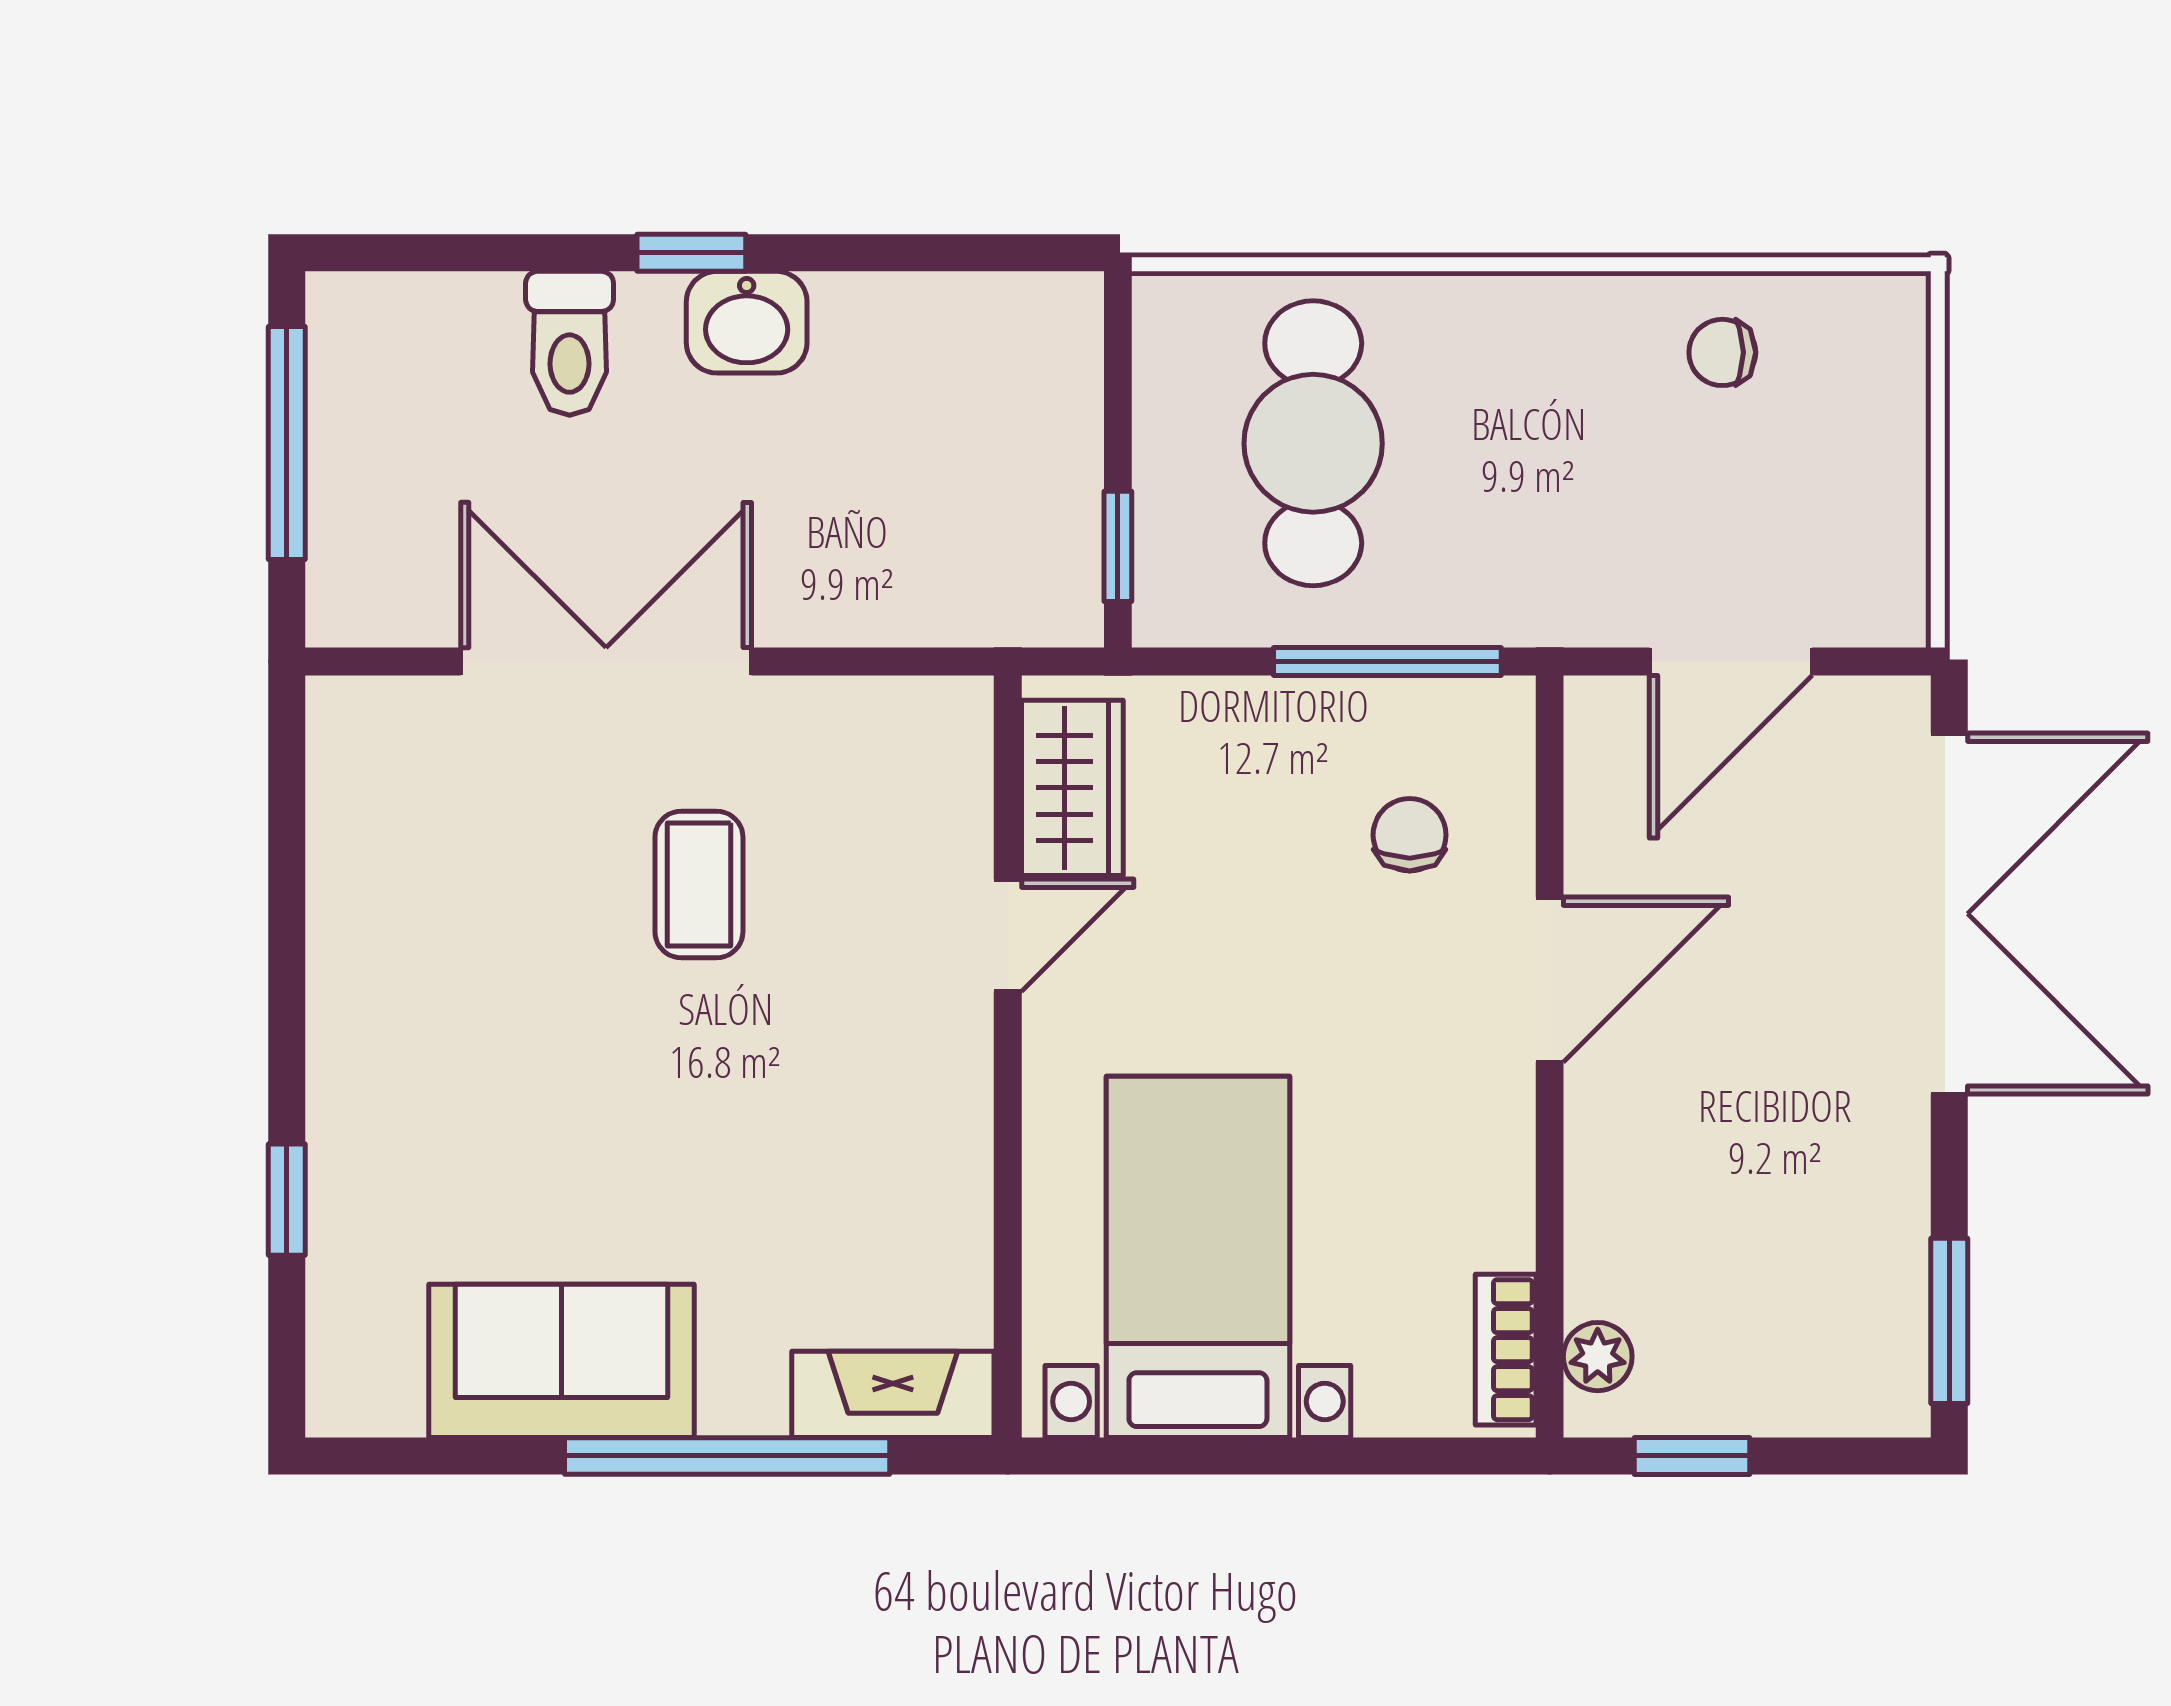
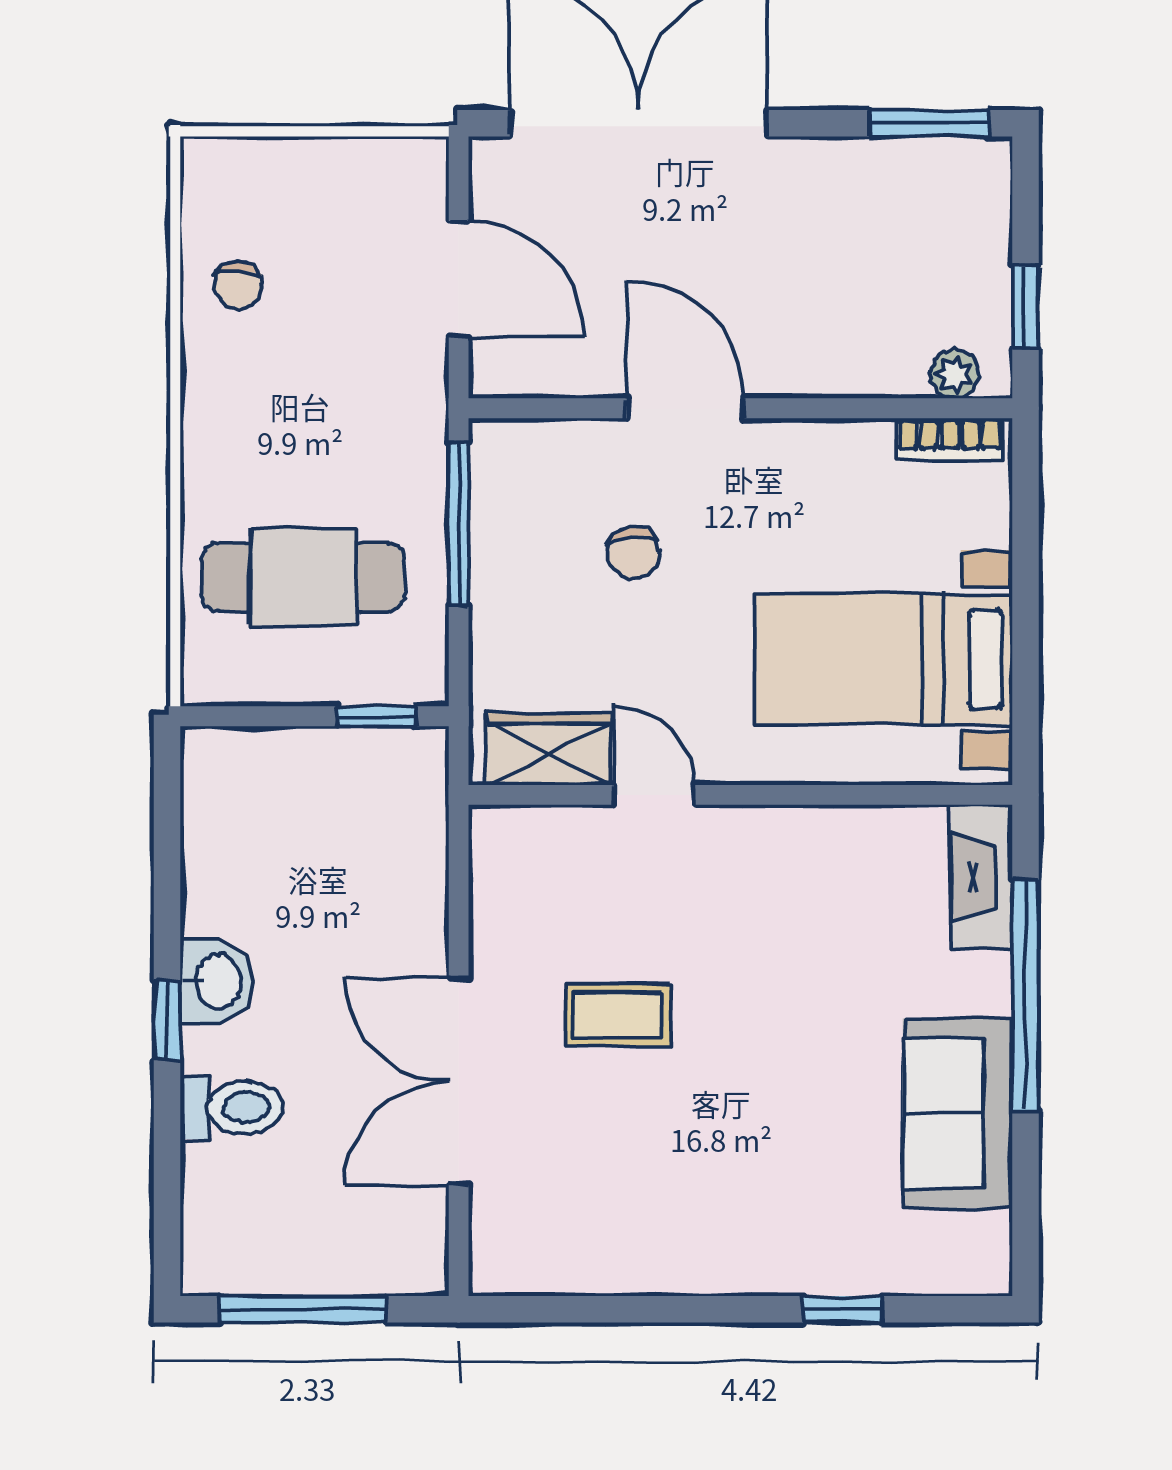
chair: (1410, 835) -> (633, 553), moved, turned -97

